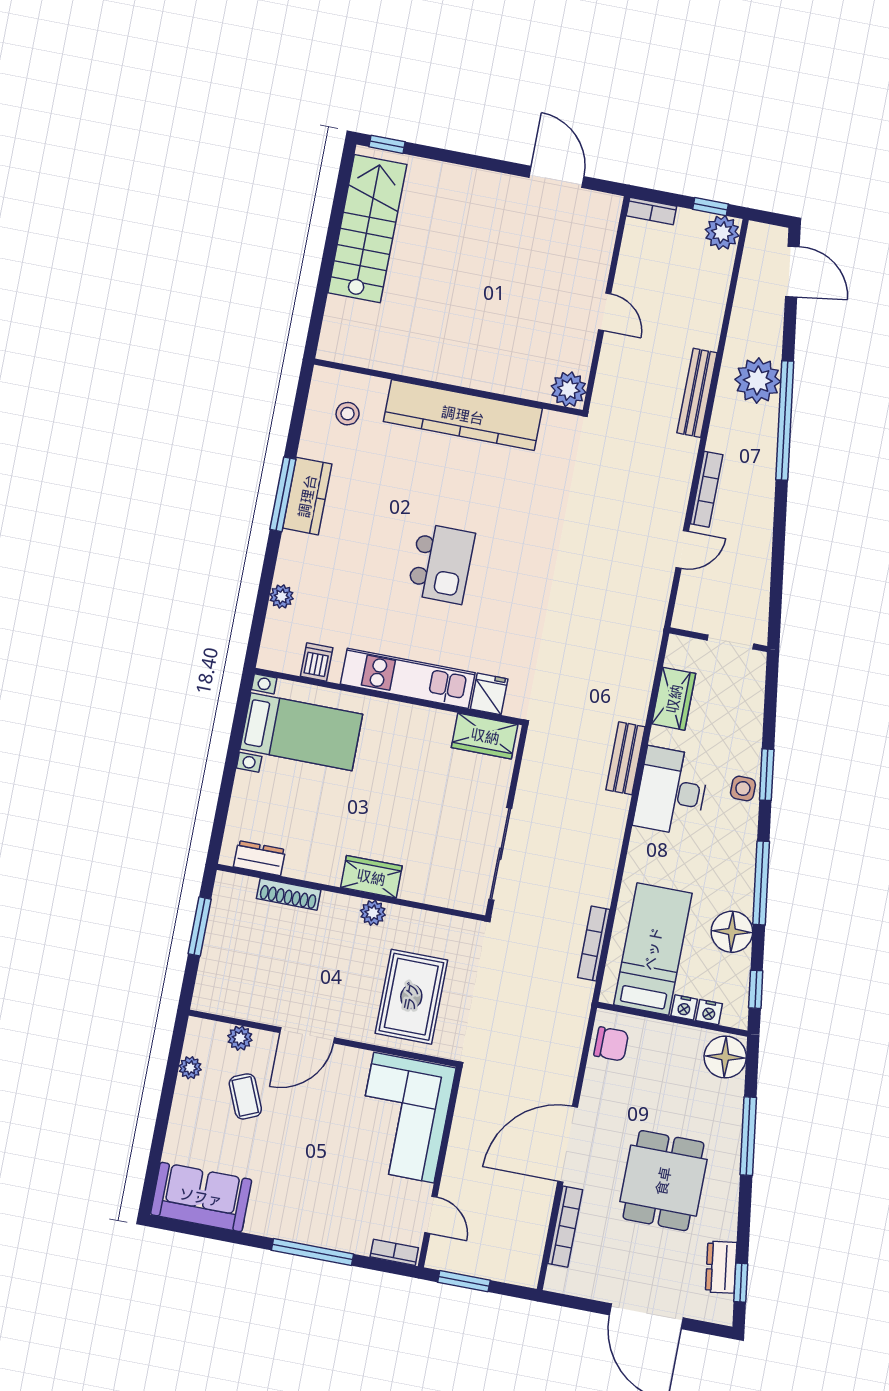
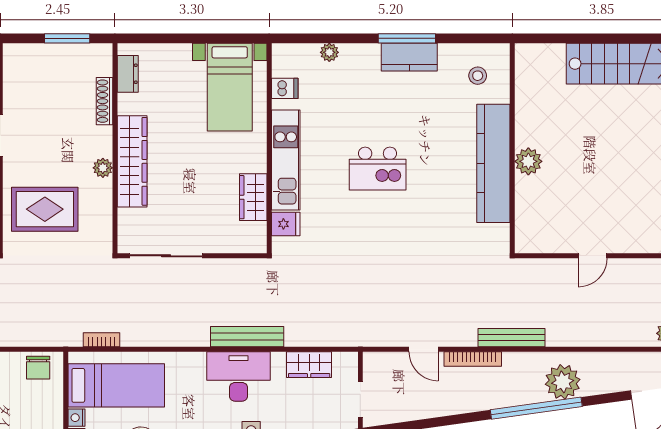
plant: (569, 389) -> (528, 161), moved
bench: (697, 393) -> (512, 338), moved
wardrobe: (485, 736) -> (253, 197), moved
bench: (625, 758) -> (247, 337), width x1.36
wardrobe: (371, 877) -> (132, 161), width x2.10, depth x1.17
bookcase: (594, 944) -> (102, 340), width x0.64

